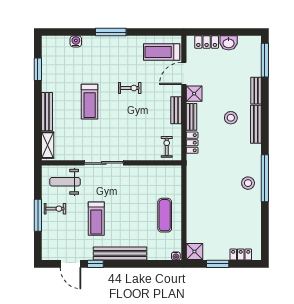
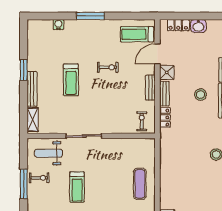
window: (38, 69) -> (24, 70), moved

